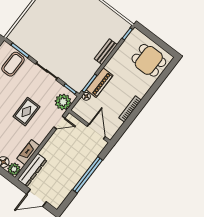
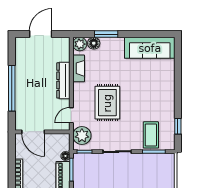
rug: (26, 112) -> (107, 103), width x1.36, depth x1.43
dresser: (32, 170) -> (63, 80), moved

